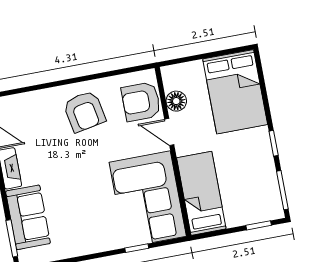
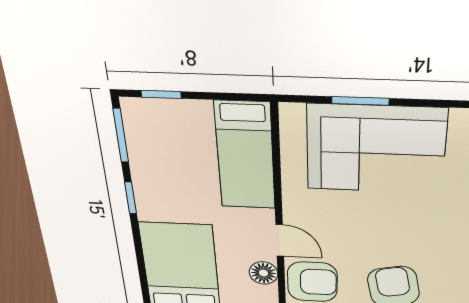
corner sofa: (148, 199) -> (376, 149), moved, turned 90
window: (137, 248) -> (360, 101), width x1.50

